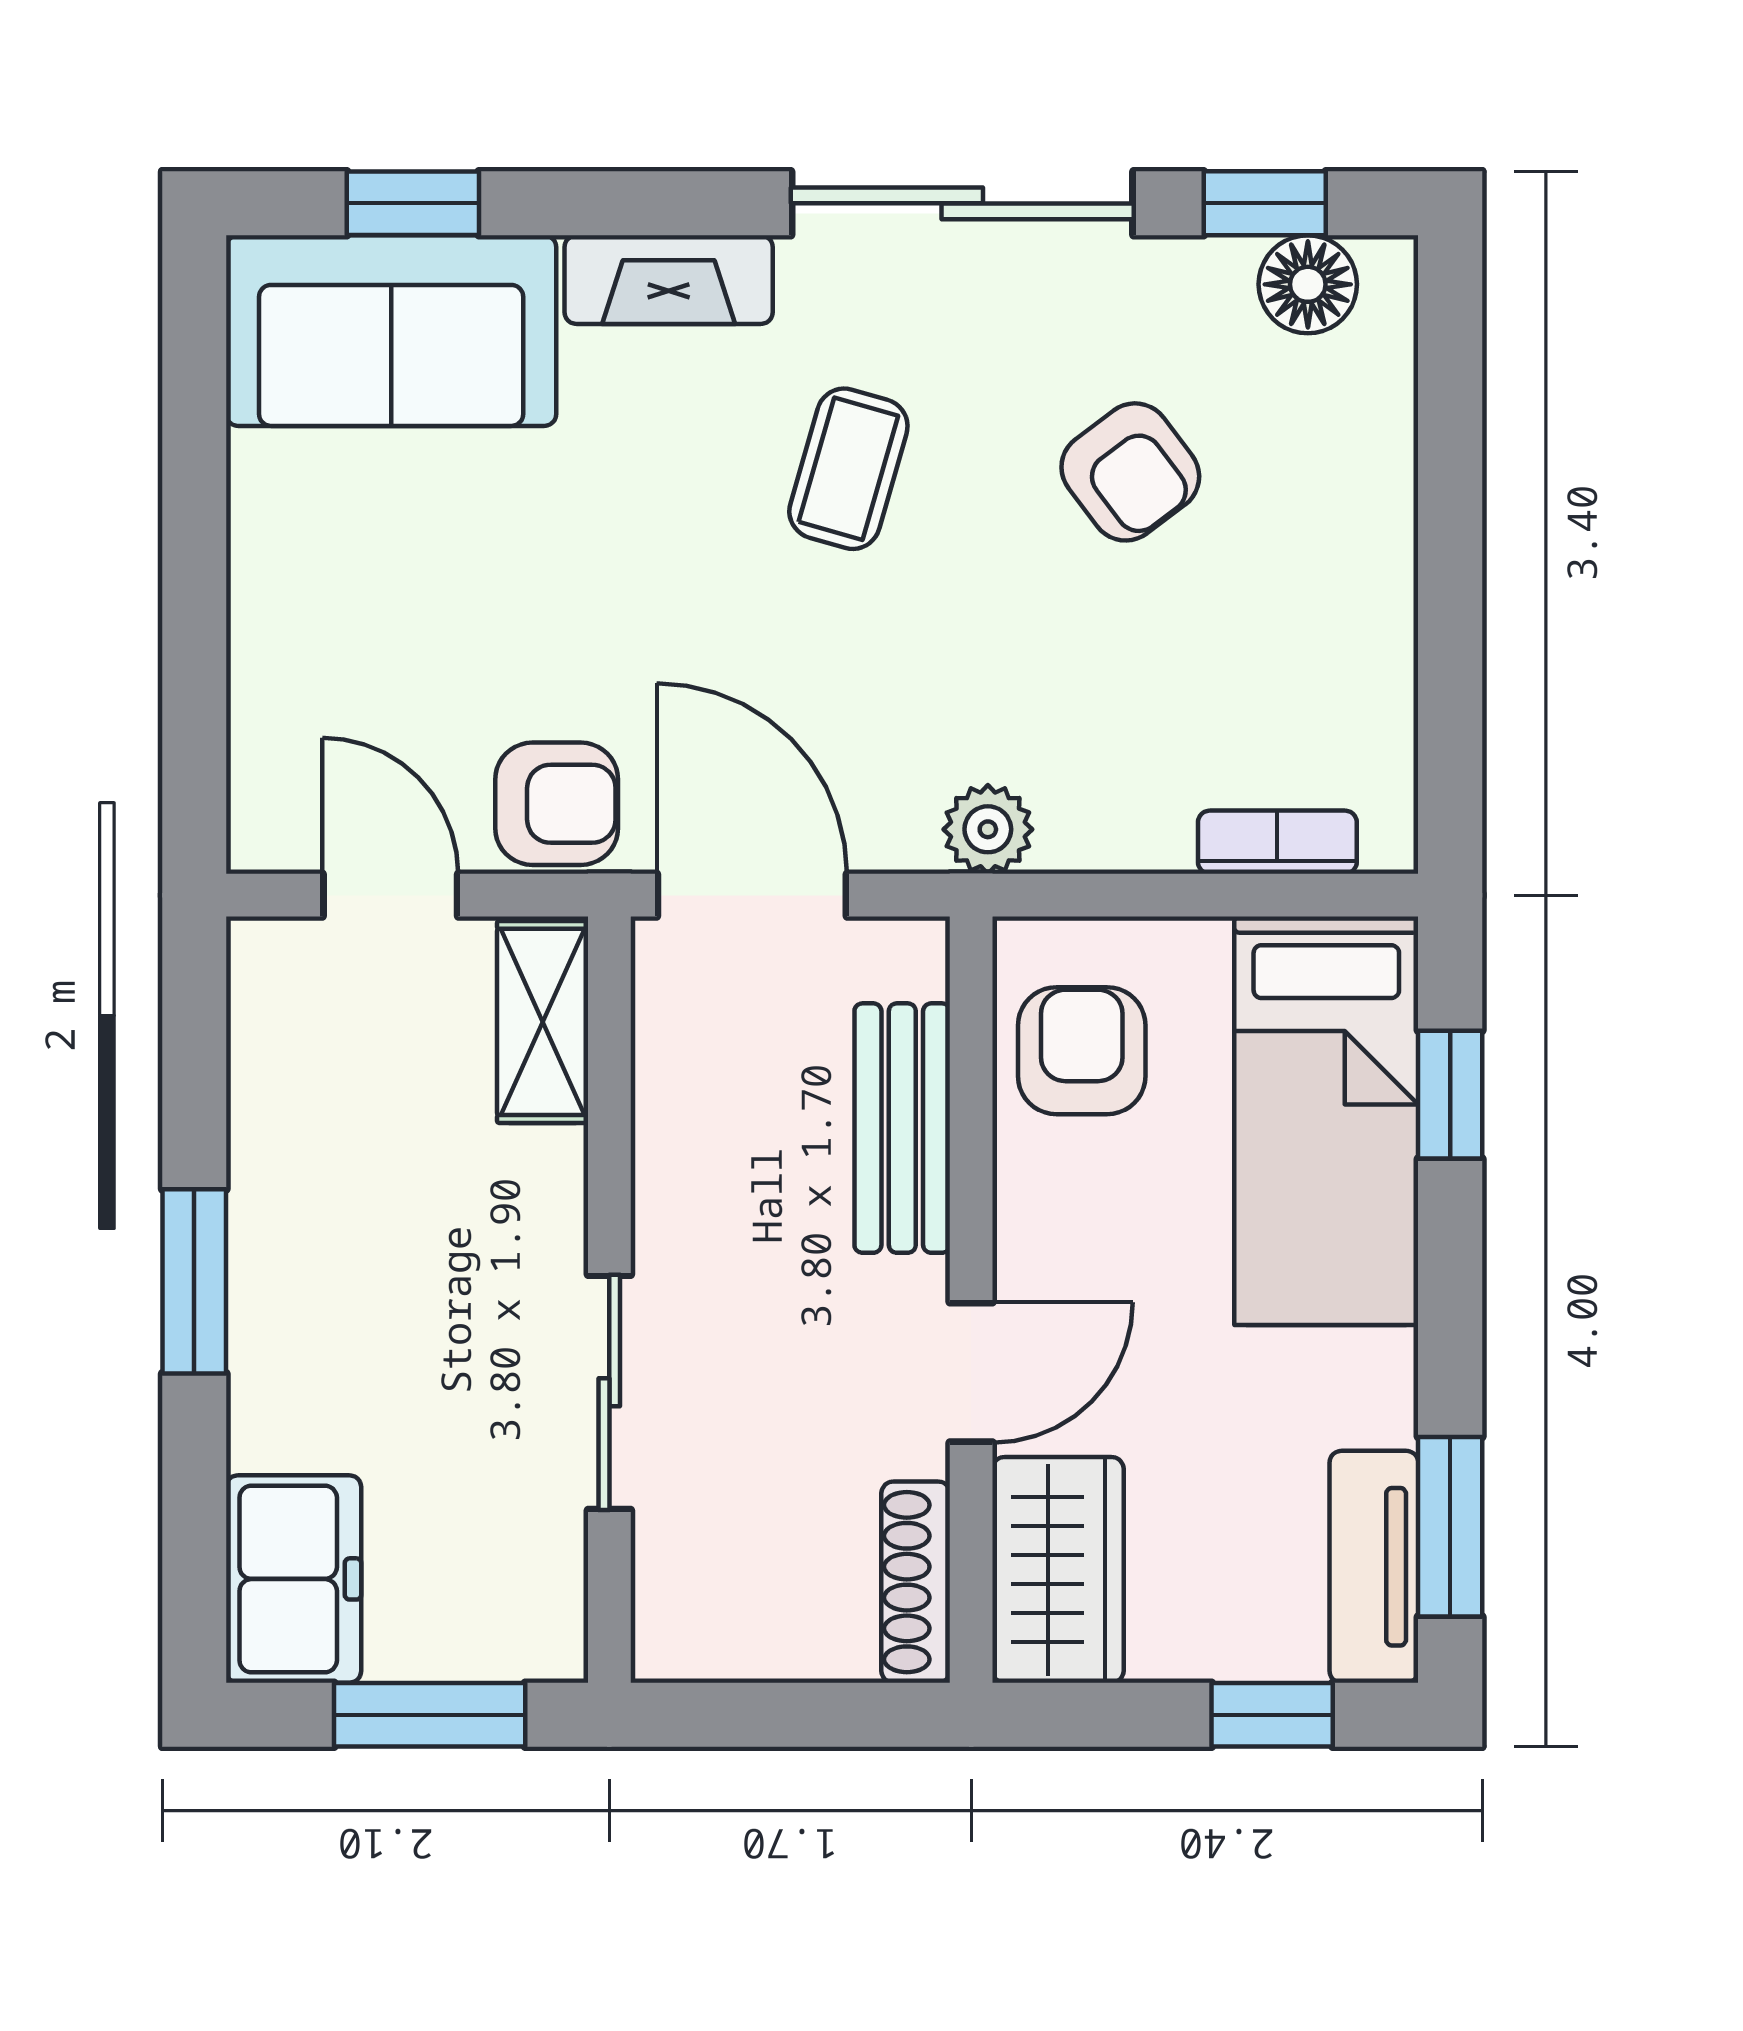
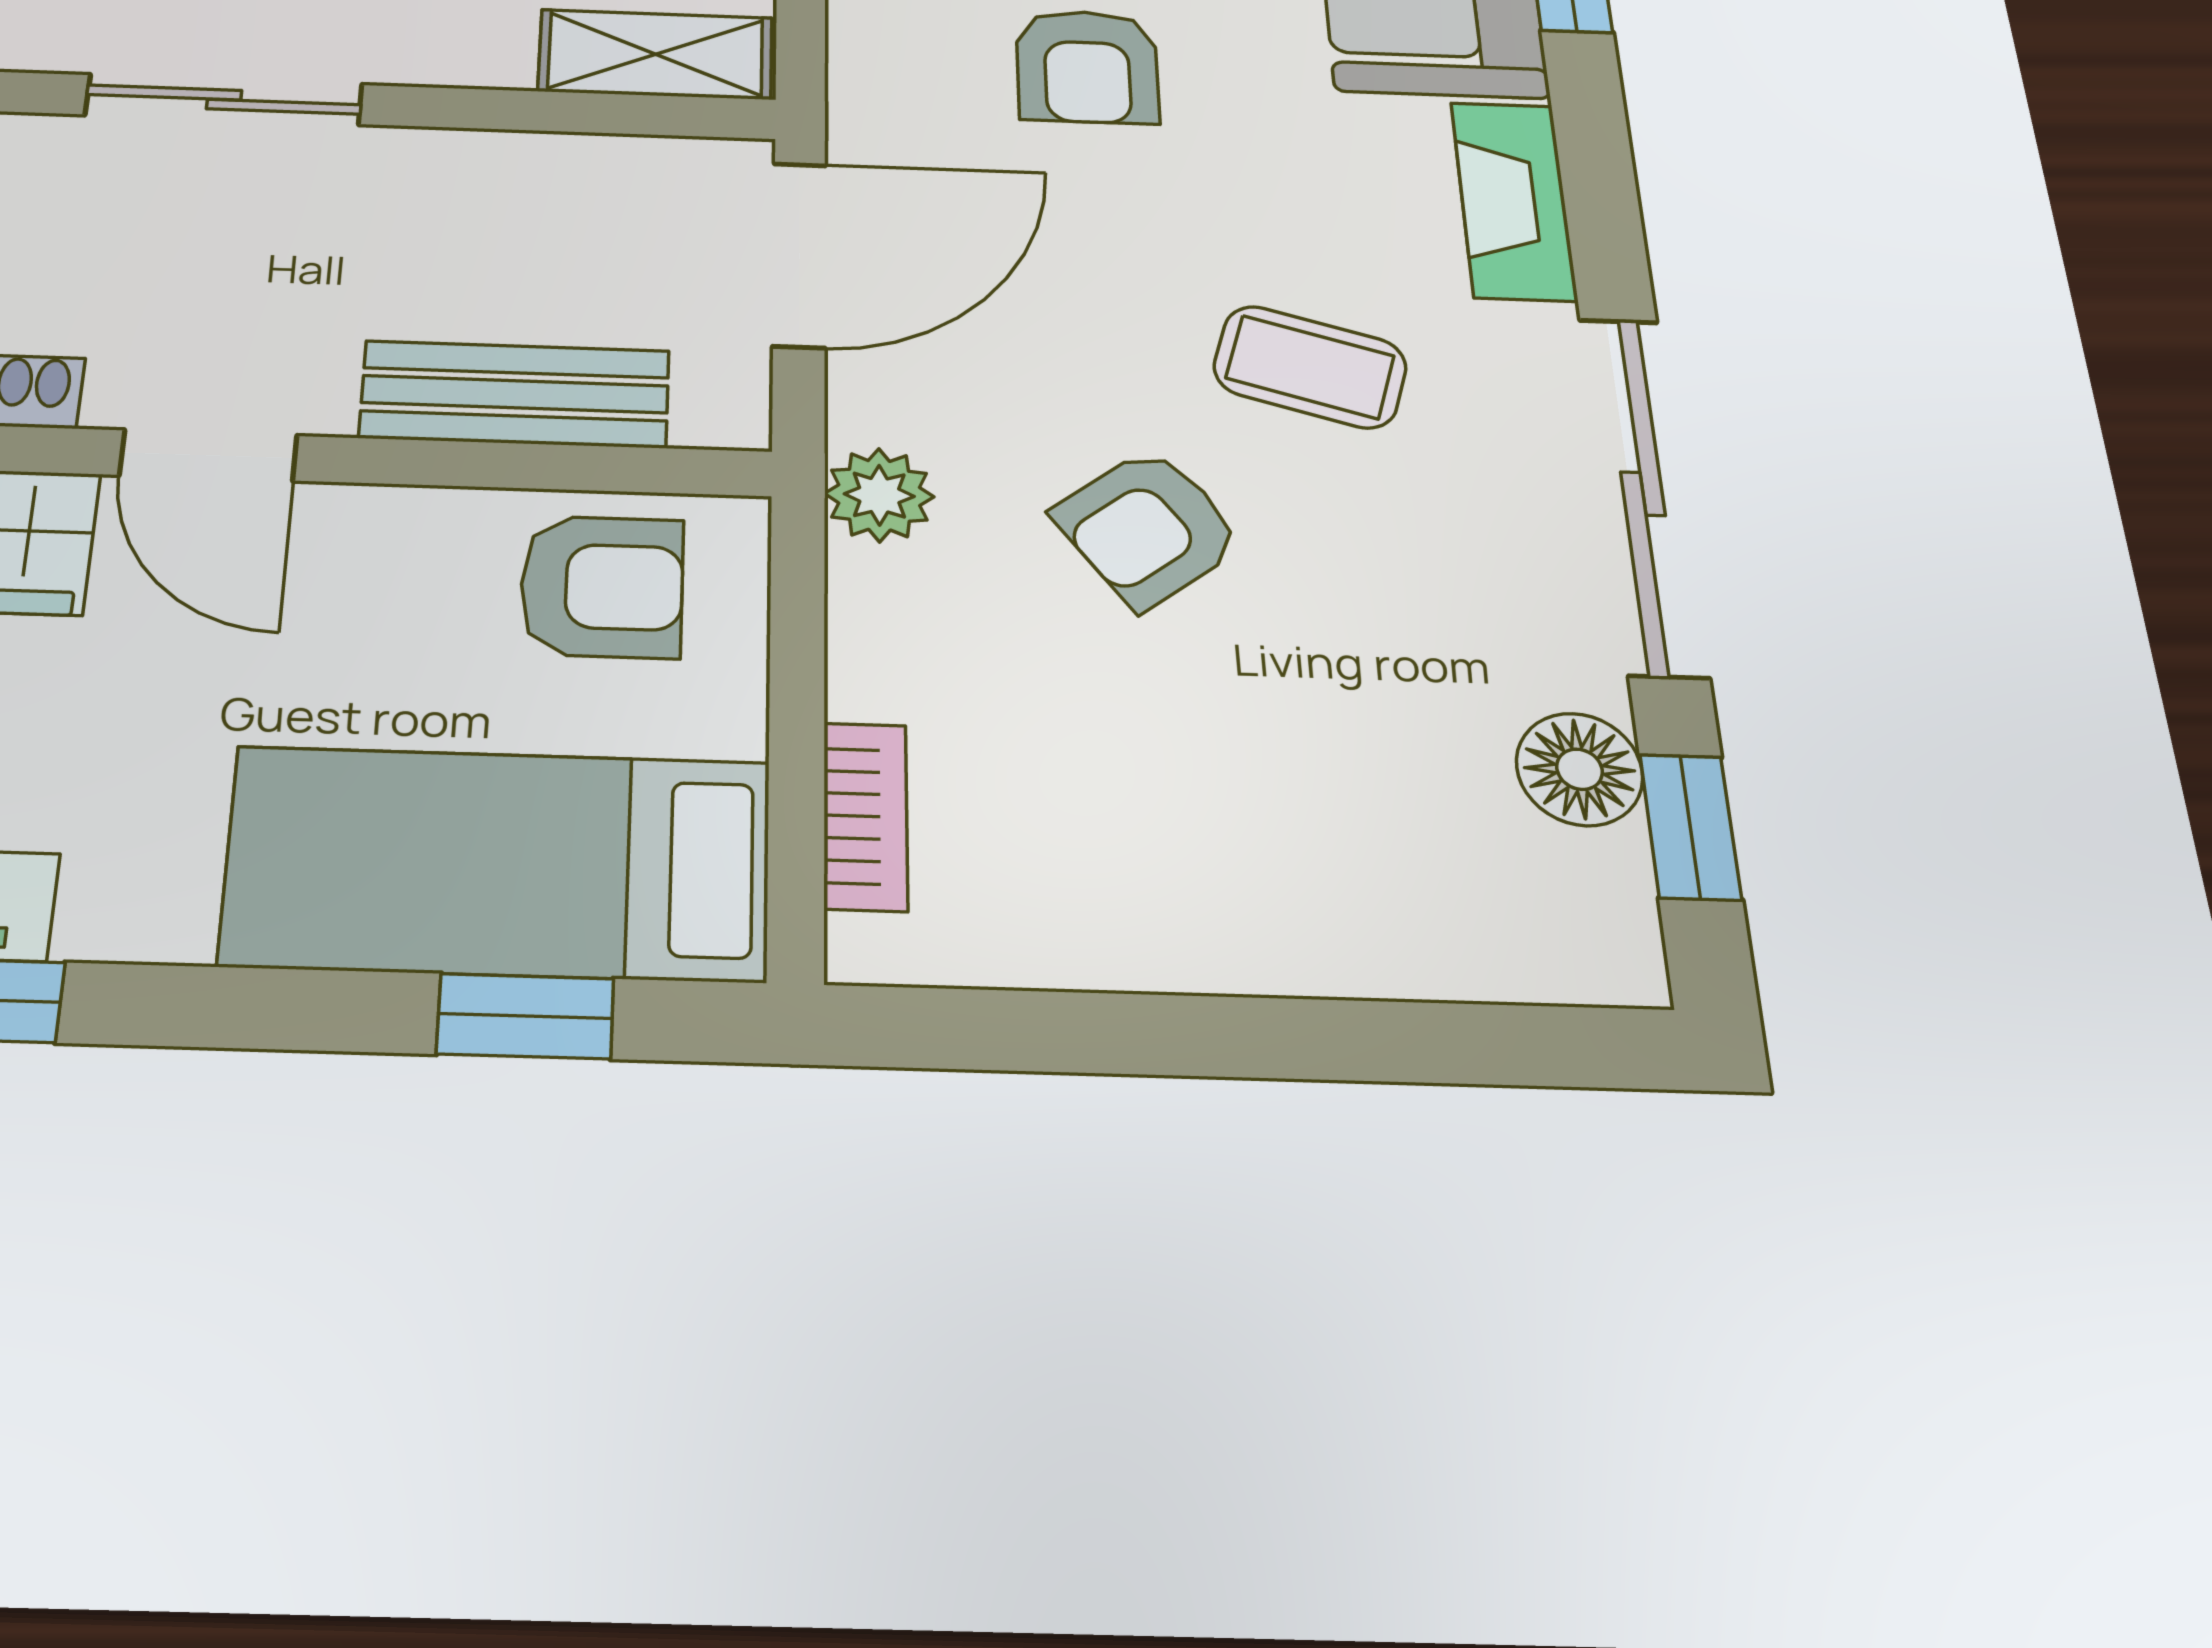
floor lamp: (1308, 284) -> (1579, 769), moved
armchair: (1130, 472) -> (1148, 528), moved
armchair: (557, 804) -> (1087, 67), moved

